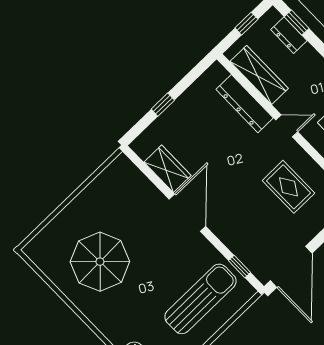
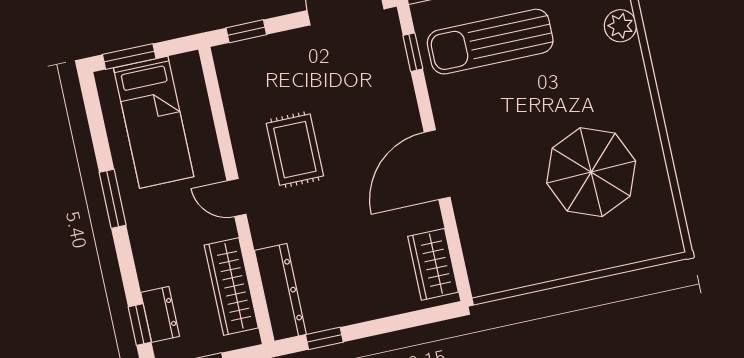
dresser: (245, 104) -> (280, 292), moved
window: (163, 105) -> (324, 338), moved
wardrobe: (167, 169) -> (433, 264), moved
rug: (288, 187) -> (295, 150), moved

